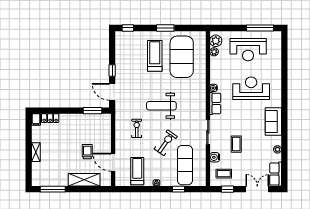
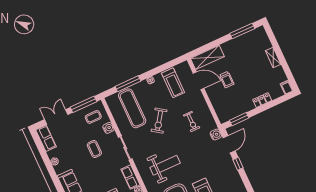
door: (112, 92) -> (229, 144), hinge flipped
water cooler: (120, 106) -> (216, 135), added
weight bench: (161, 106) -> (165, 165), moved
locker: (50, 118) -> (262, 100), moved
shelving: (84, 180) -> (207, 57), moved
window: (178, 189) -> (128, 84), width x2.17
window: (227, 189) -> (83, 104), width x2.17
double door: (257, 189) -> (56, 117), swing flipped

